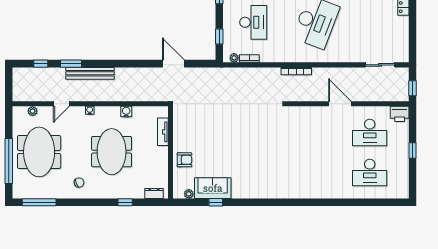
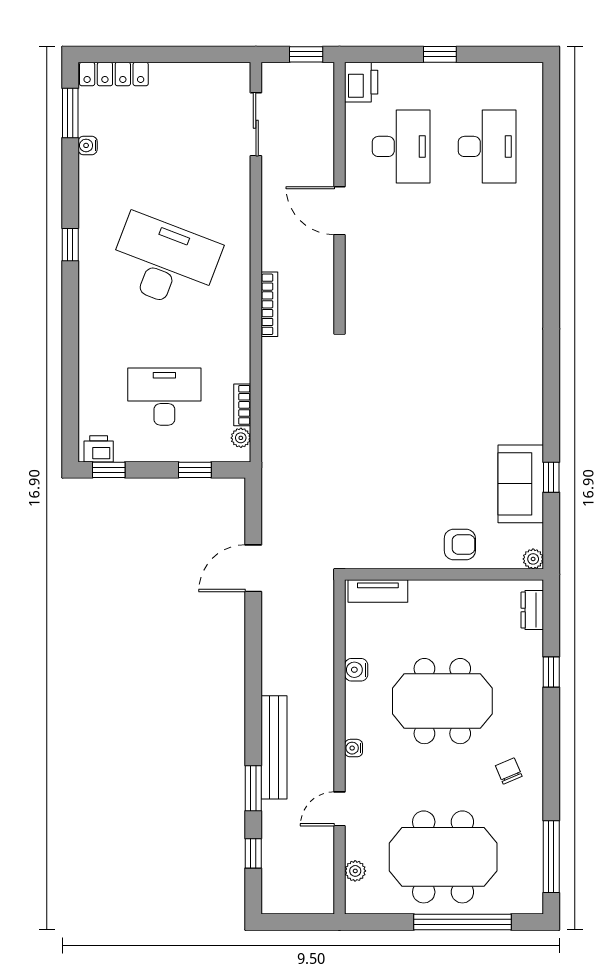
door: (61, 104) -> (339, 809), swing flipped
door: (340, 104) -> (339, 211), hinge flipped
tv unit: (163, 132) -> (378, 591), moved
armchair: (184, 160) -> (460, 545), turned 90
plant: (189, 194) -> (533, 559), moved

